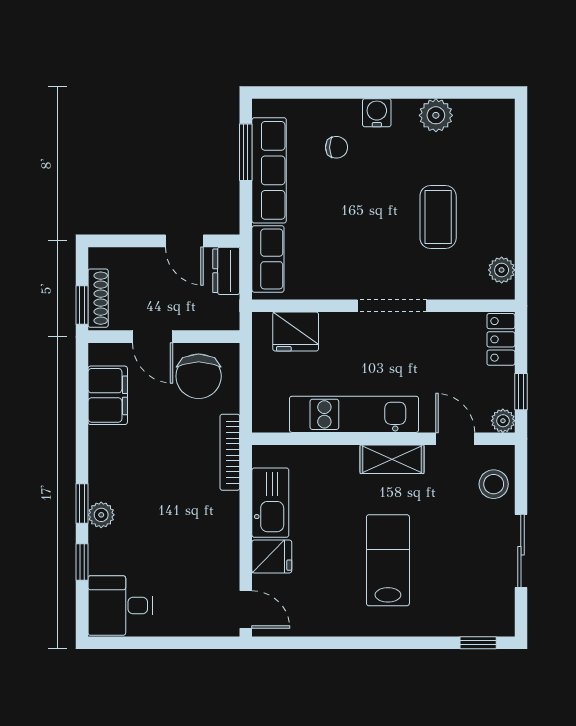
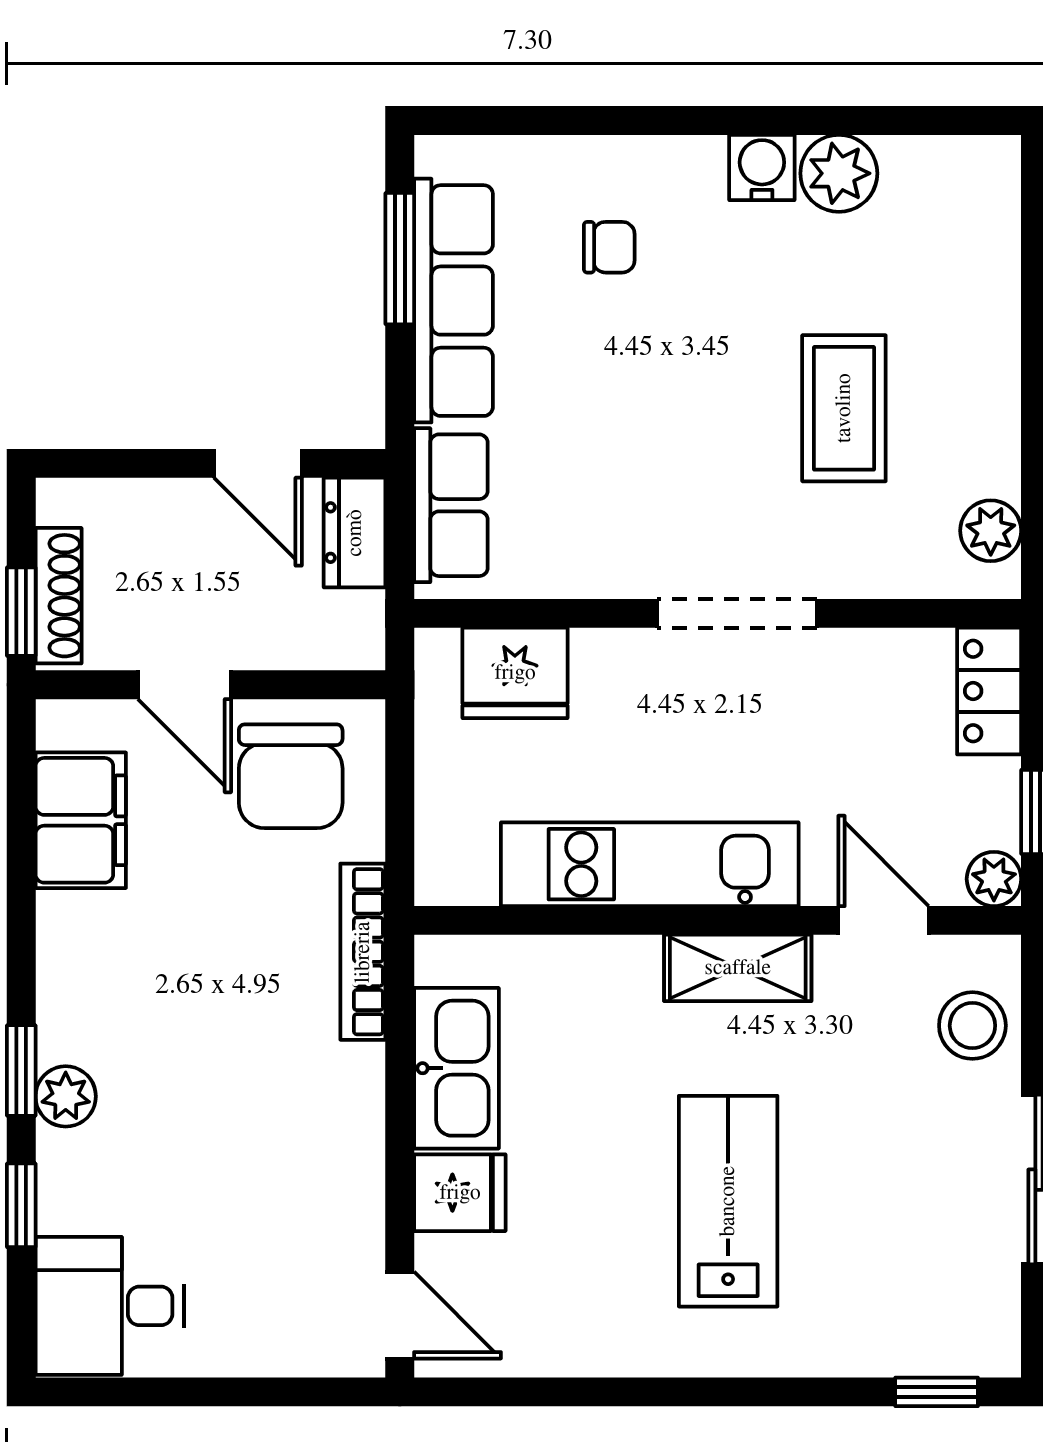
water cooler: (377, 113) -> (762, 168), moved

